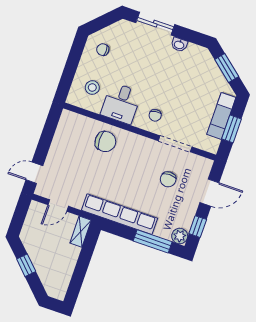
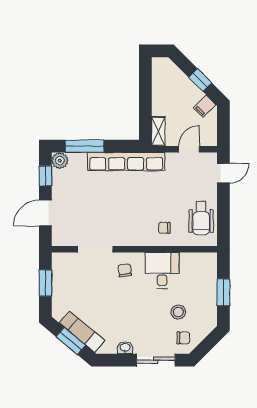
chair: (103, 50) -> (183, 338), moved
window: (72, 64) -> (223, 292), added
stool: (92, 88) -> (178, 312), moved
exam couch: (221, 116) -> (82, 332), moved, turned -50
wheelchair: (69, 139) -> (201, 218), added
chair: (105, 142) -> (164, 228), width x0.54, depth x0.54
chair: (168, 179) -> (90, 212), removed
filing cabinet: (30, 240) -> (205, 106), added

